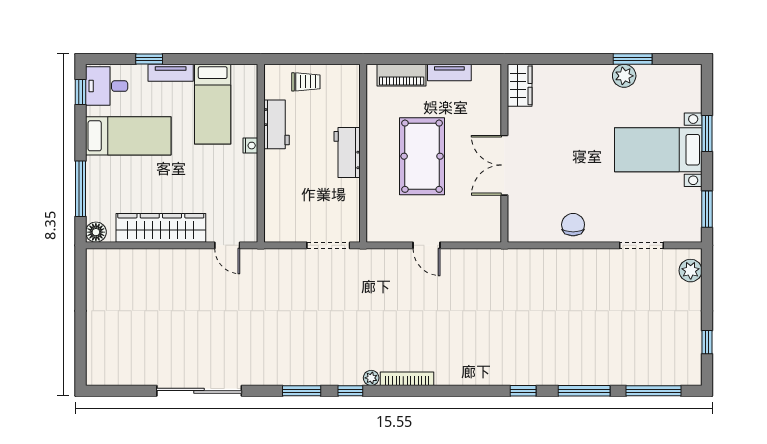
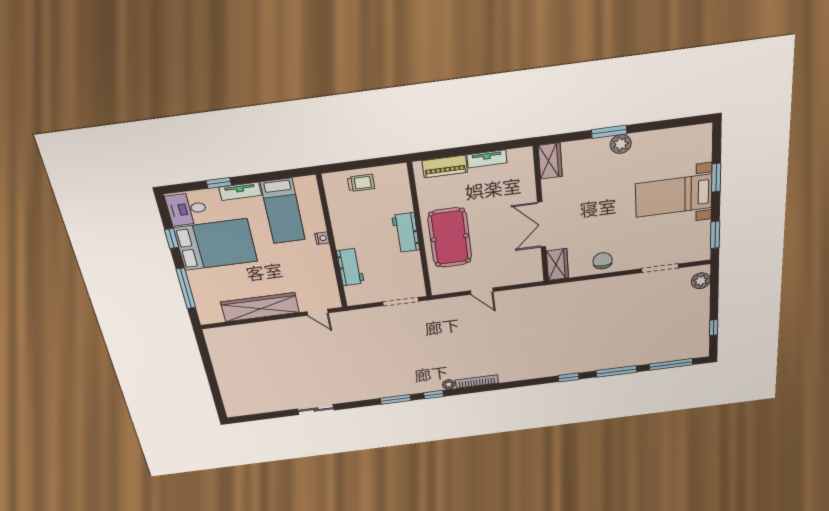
window: (633, 59) -> (609, 132), moved
plant: (624, 76) -> (621, 144), moved
window: (81, 92) -> (172, 238), moved
workbench: (276, 124) -> (350, 267), moved
bed: (128, 136) -> (216, 245), width x1.50
pool table: (422, 156) -> (450, 238), moved
wardrobe: (519, 222) -> (557, 264), added
floor lamp: (96, 232) -> (207, 317), removed
sliding door: (199, 391) -> (316, 410), width x0.54

